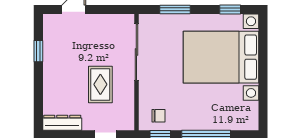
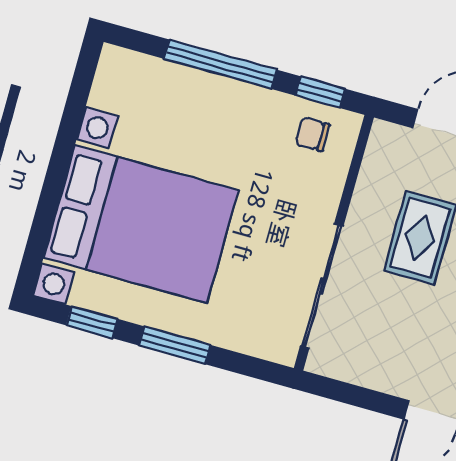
window: (175, 9) -> (175, 345), moved

